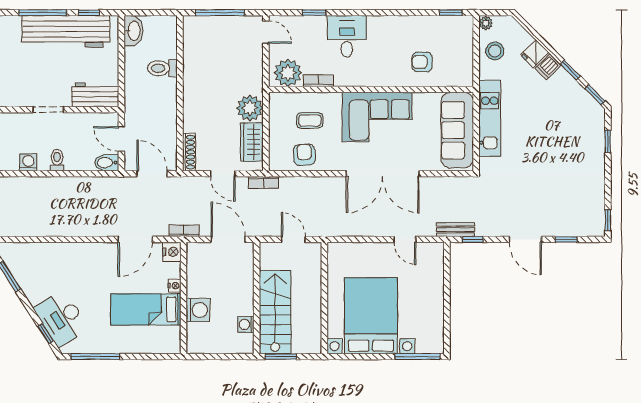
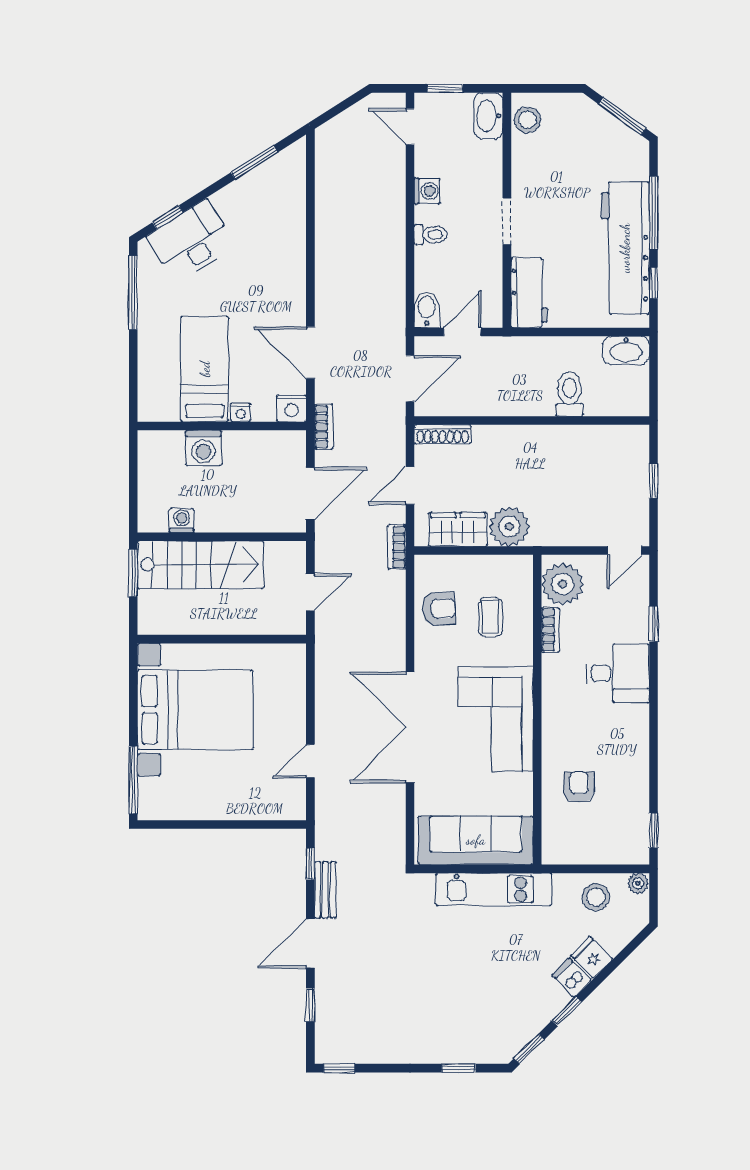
window: (220, 13) -> (654, 481), width x0.46
bench: (456, 230) -> (325, 890), moved

